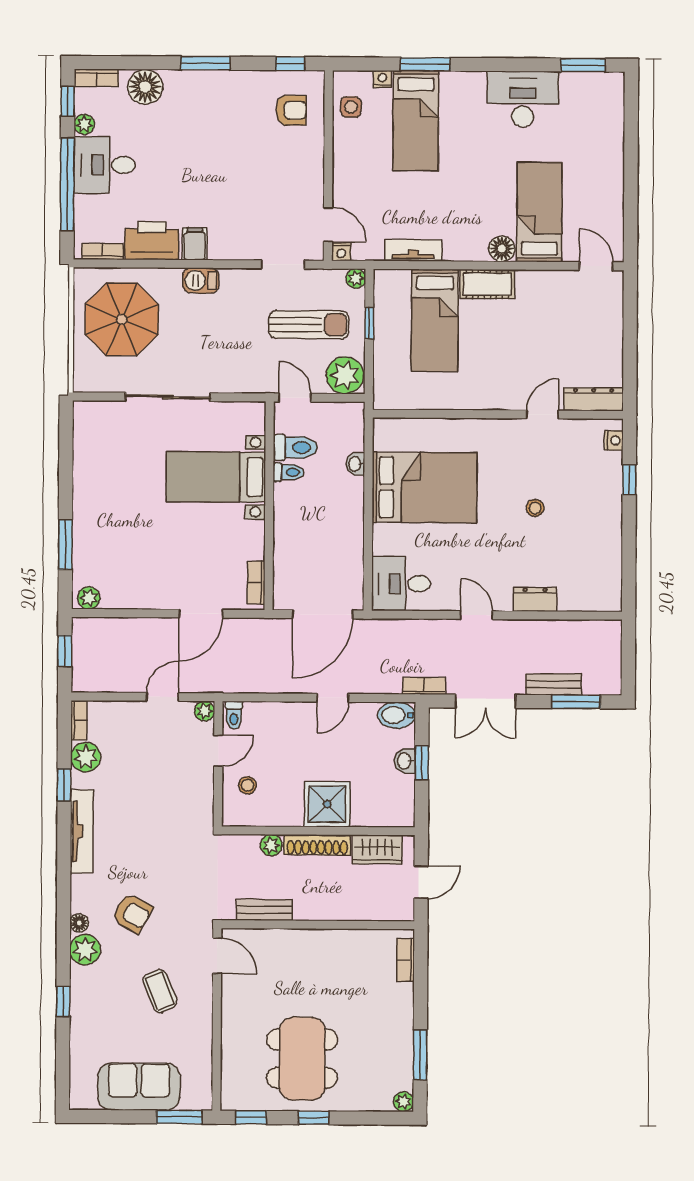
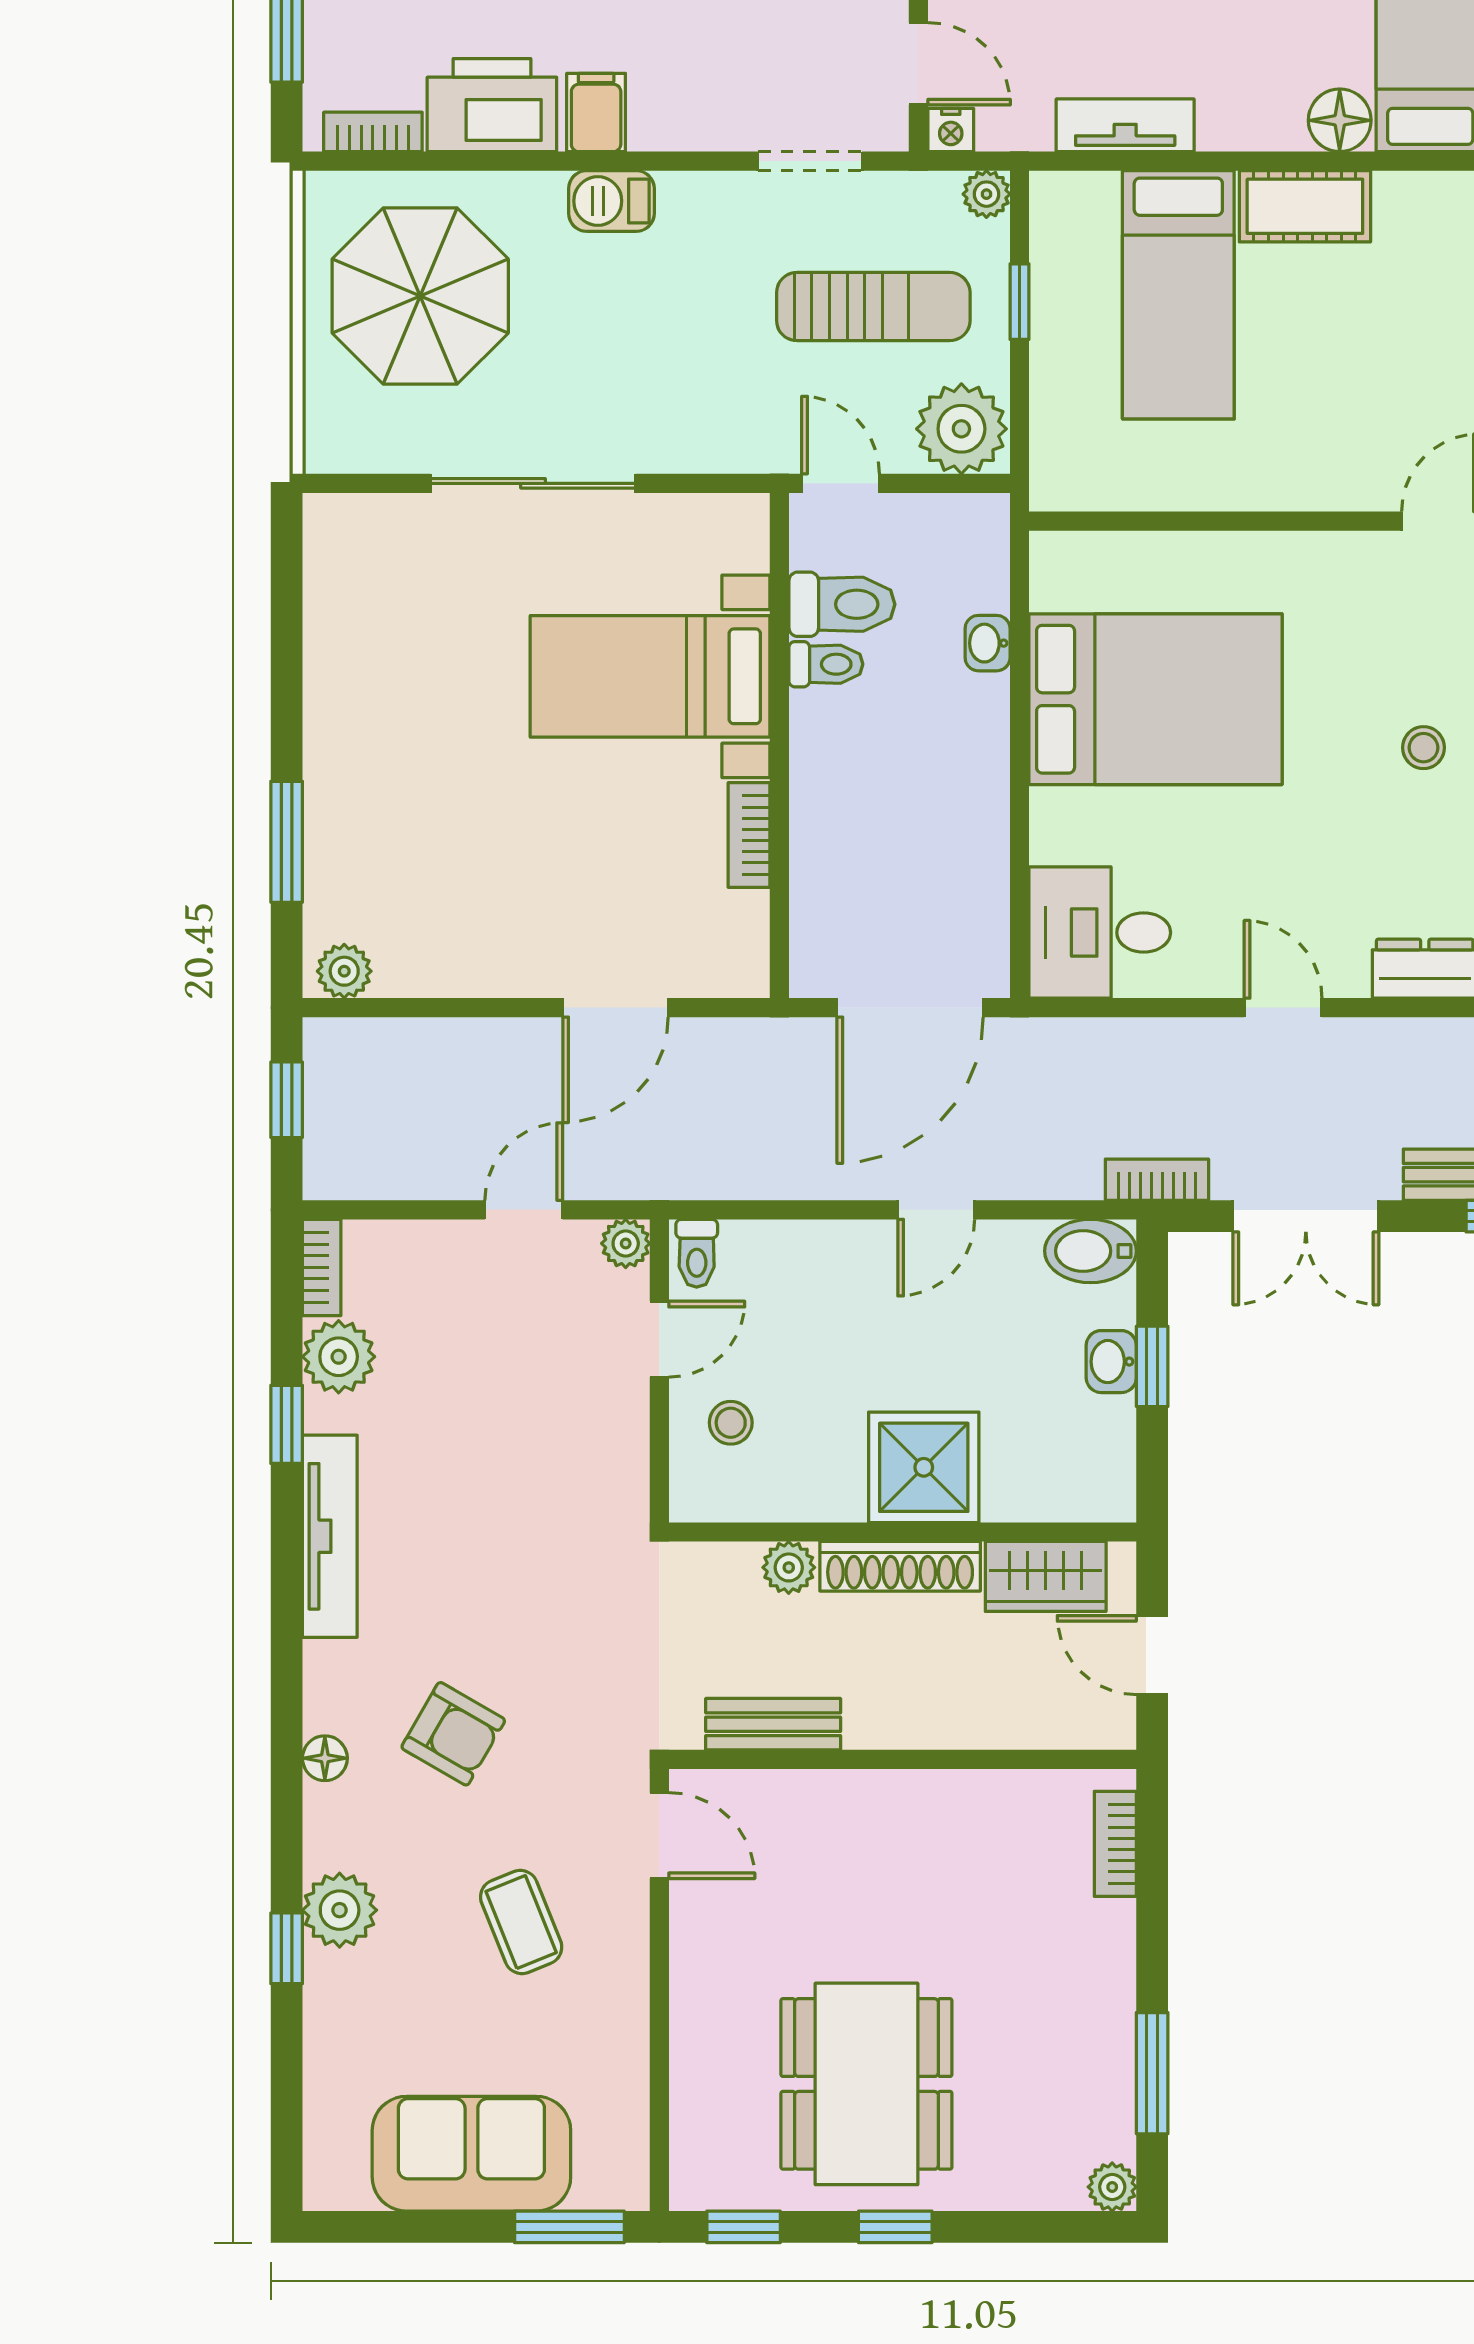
bookcase: (256, 583) -> (749, 835), moved
door: (421, 882) -> (1152, 1655), swing flipped
plant: (85, 950) -> (340, 1910), moved

